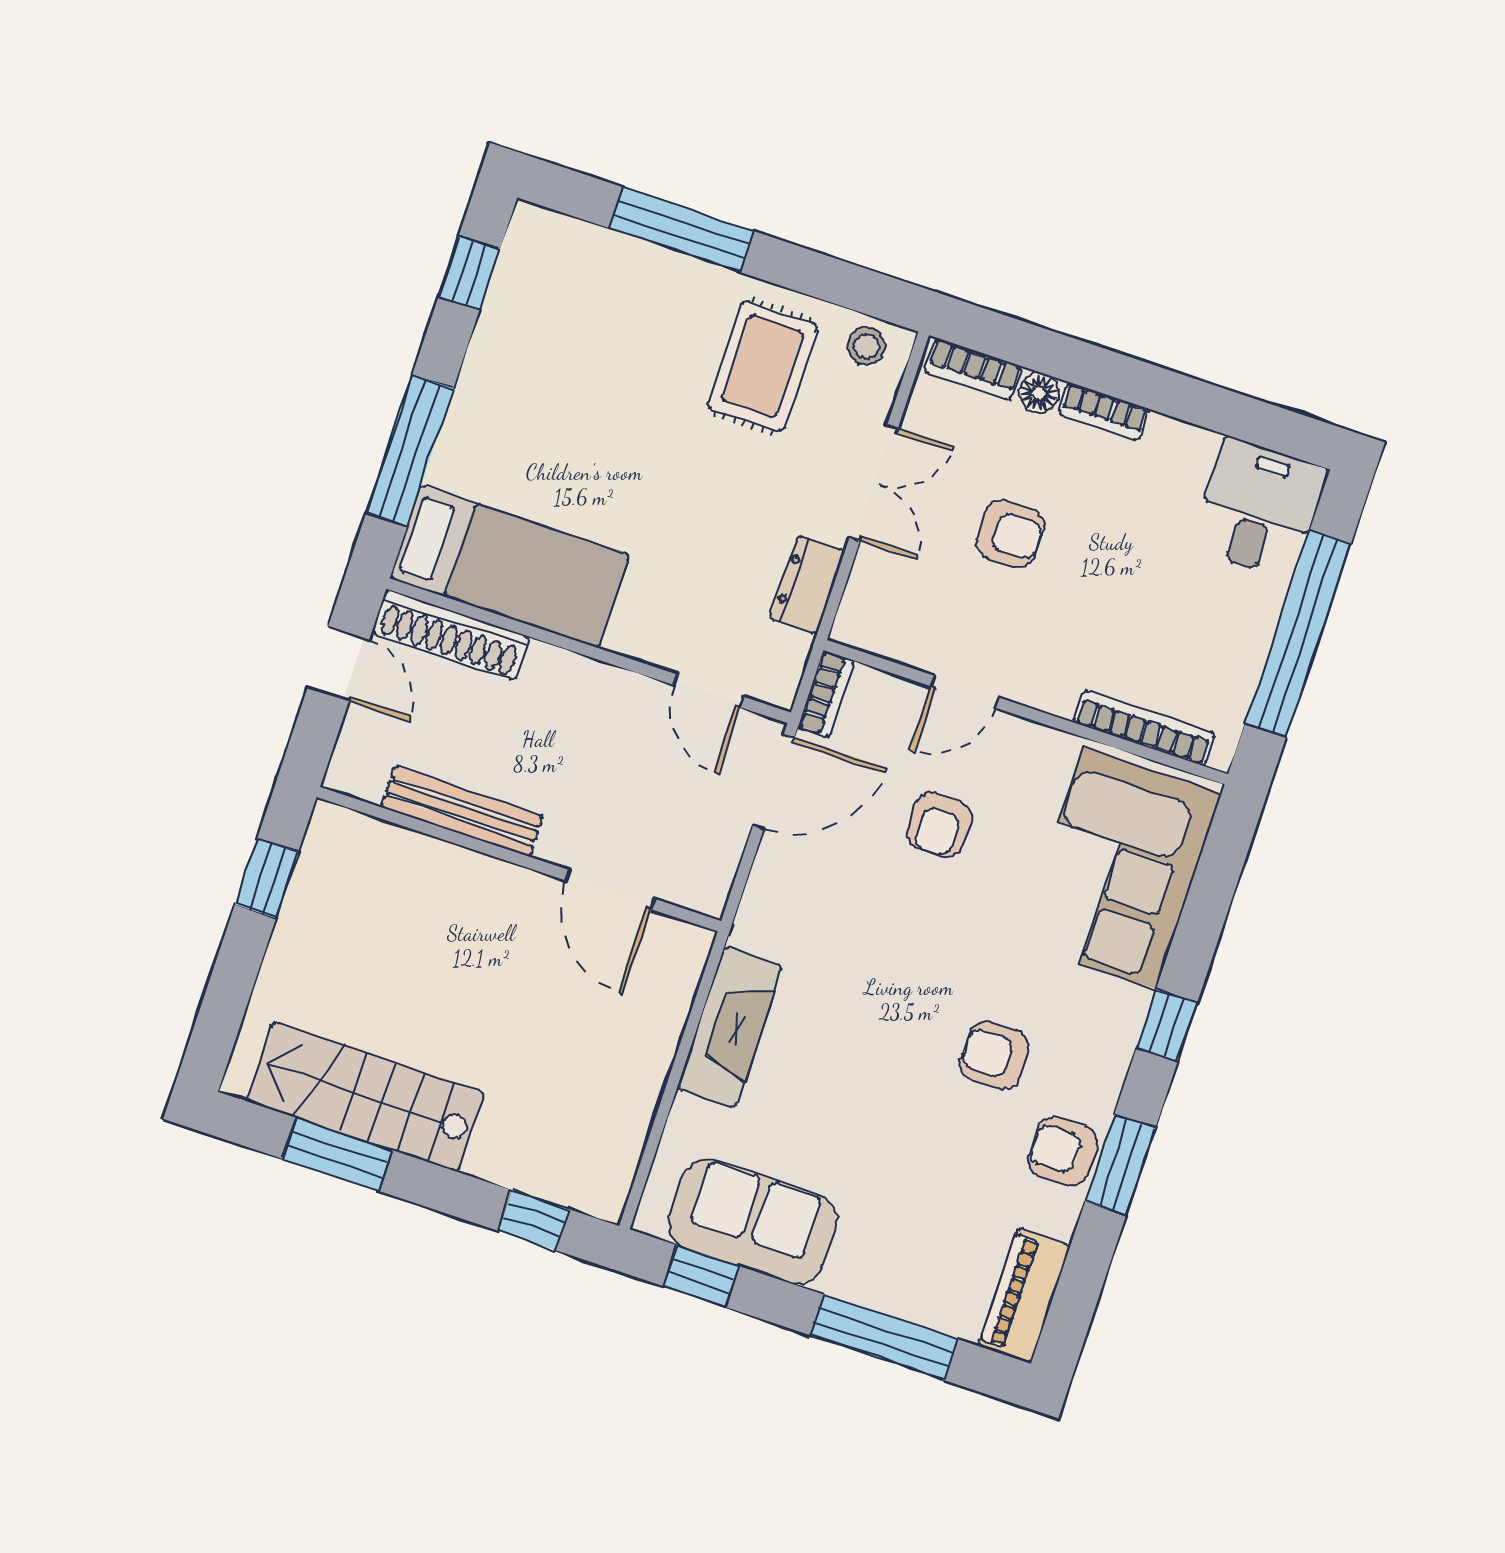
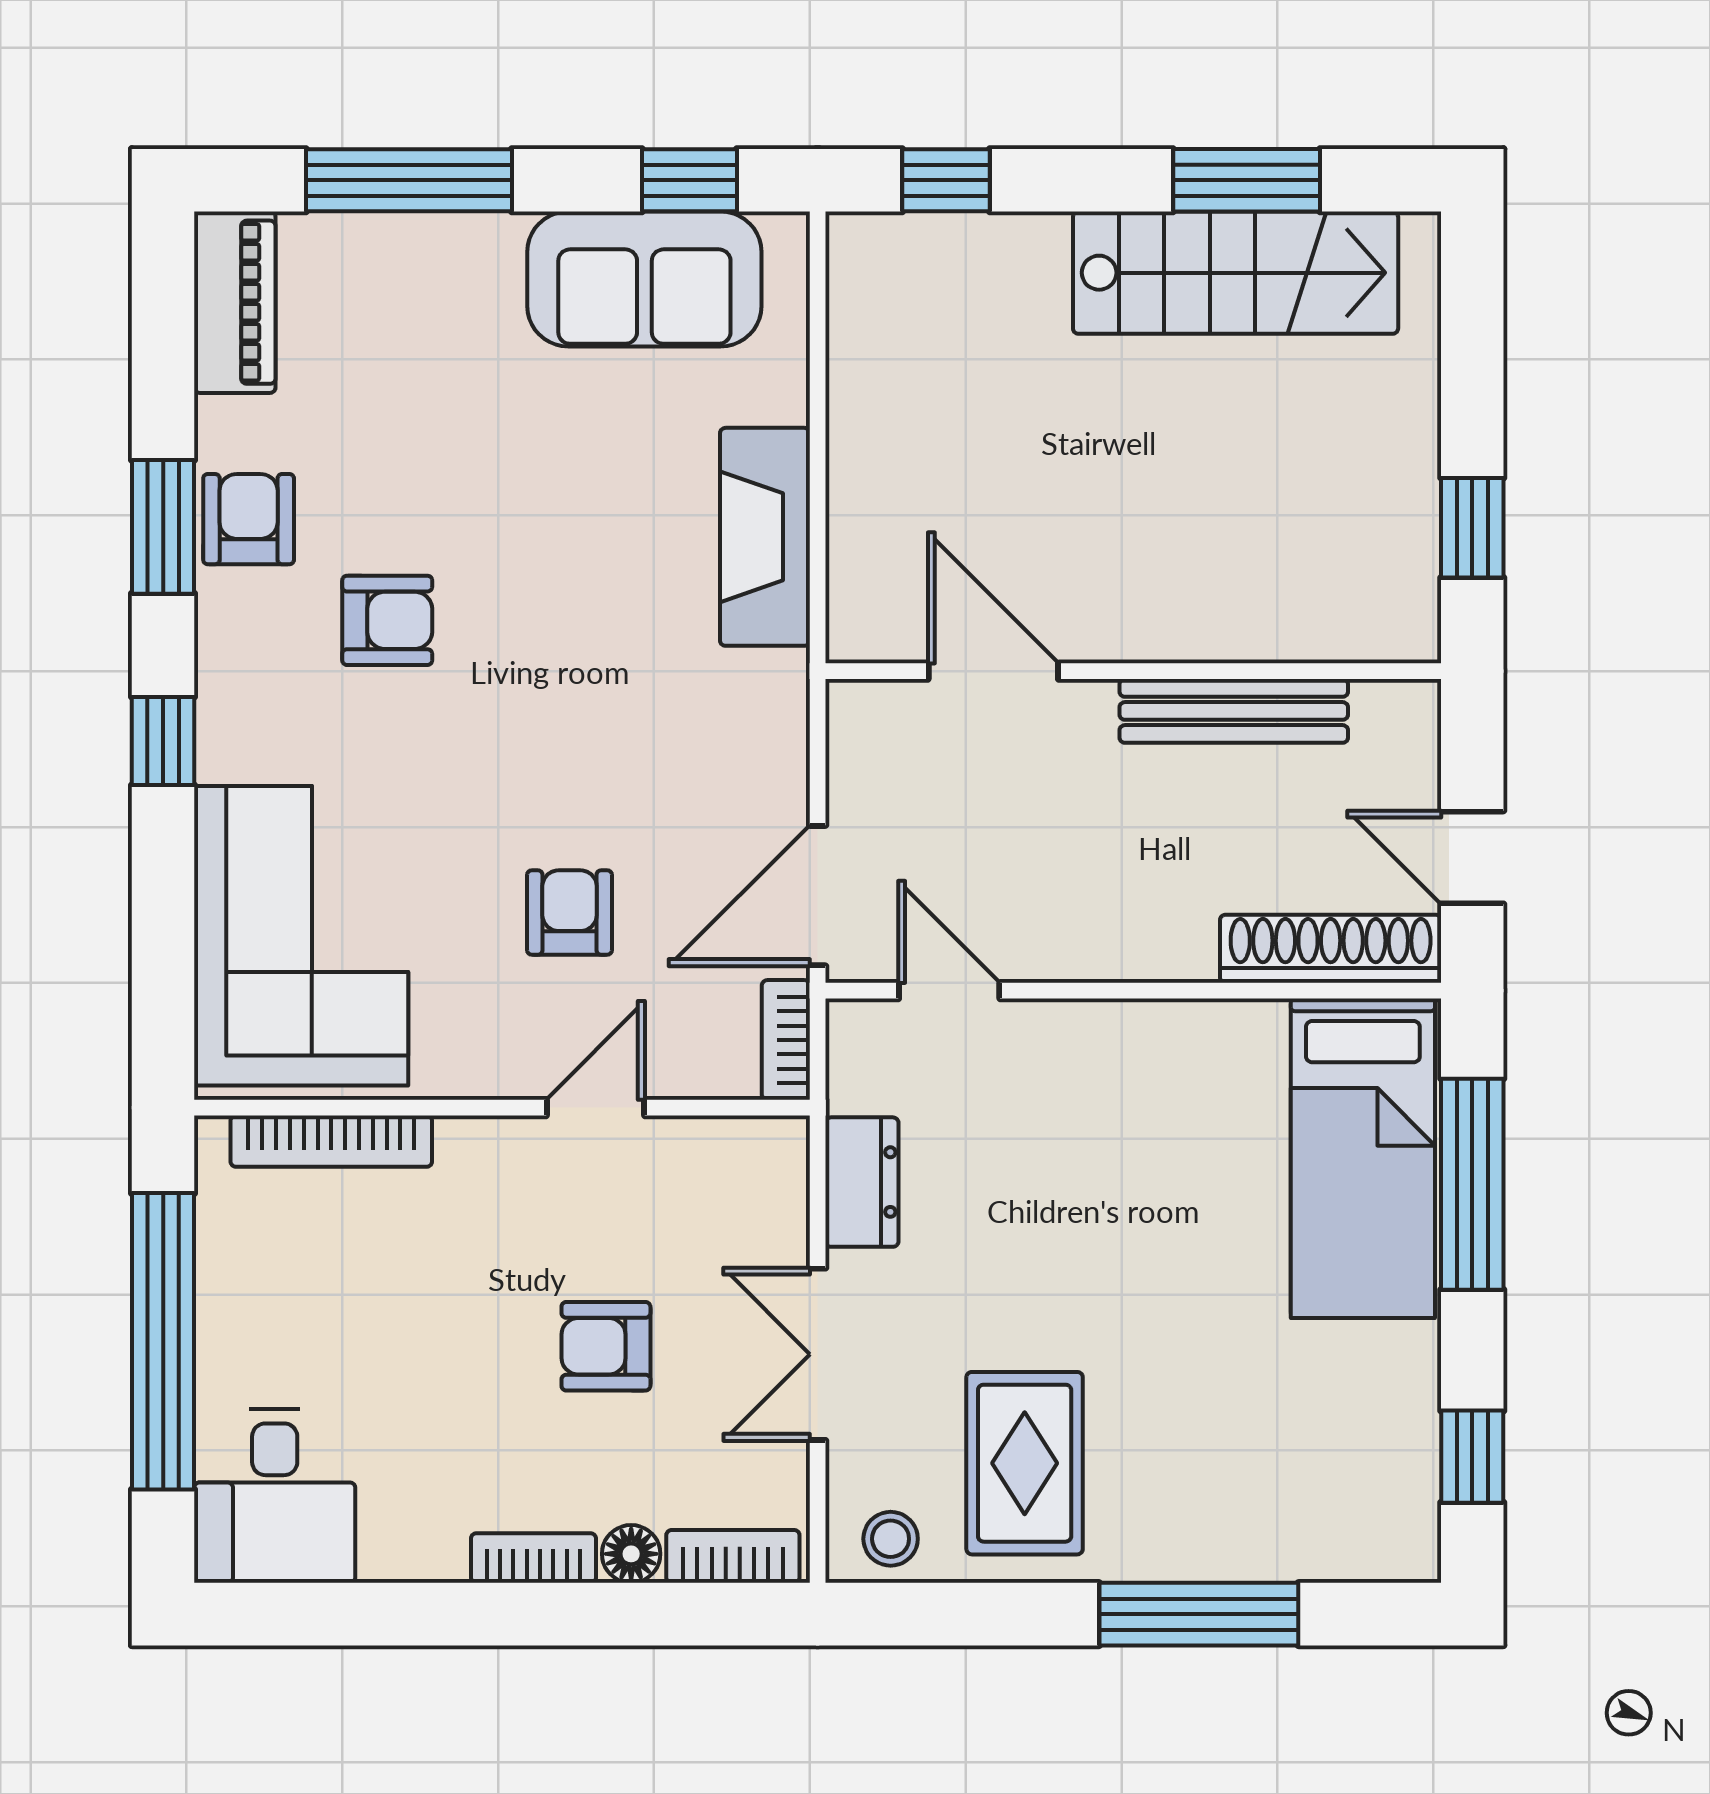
bed: (509, 566) -> (1363, 1158), moved, turned -90
armchair: (1063, 1151) -> (249, 519), turned -90

